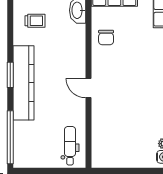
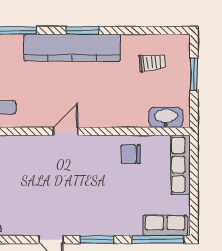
trolley: (35, 21) -> (152, 62), turned -96

